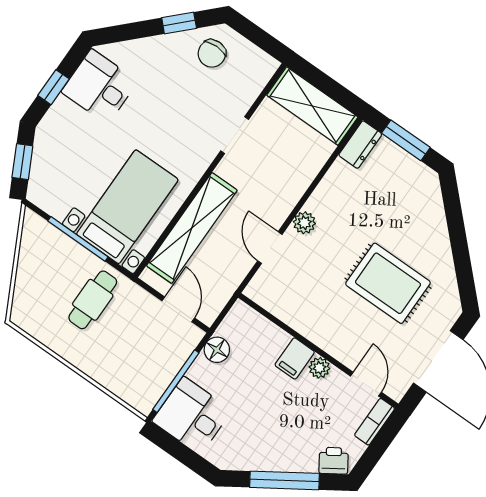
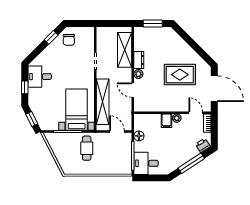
shelving: (312, 106) -> (125, 50), moved, turned 90
dresser: (360, 145) -> (139, 60), moved

